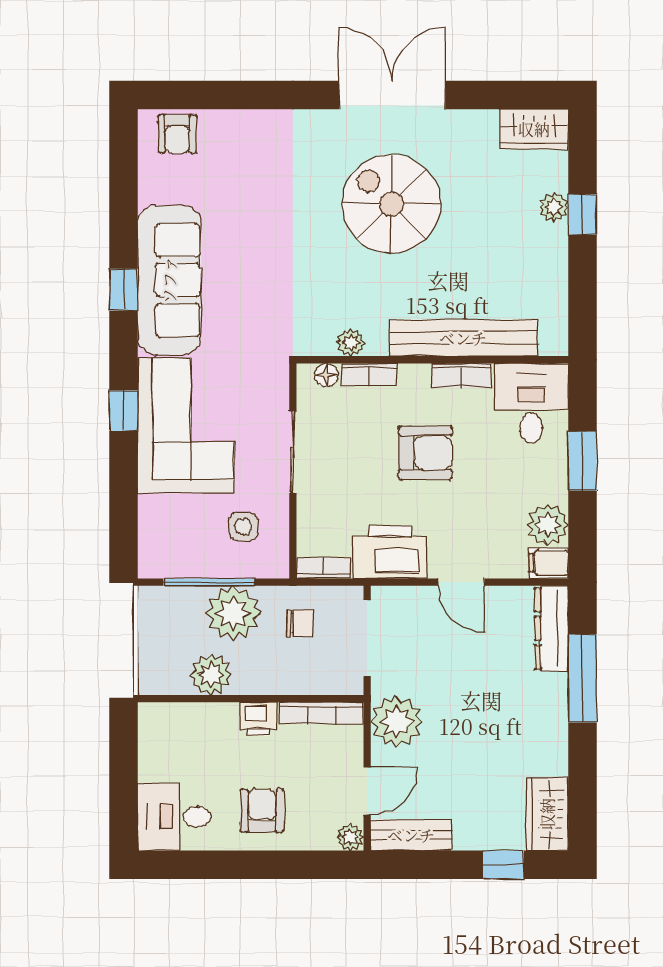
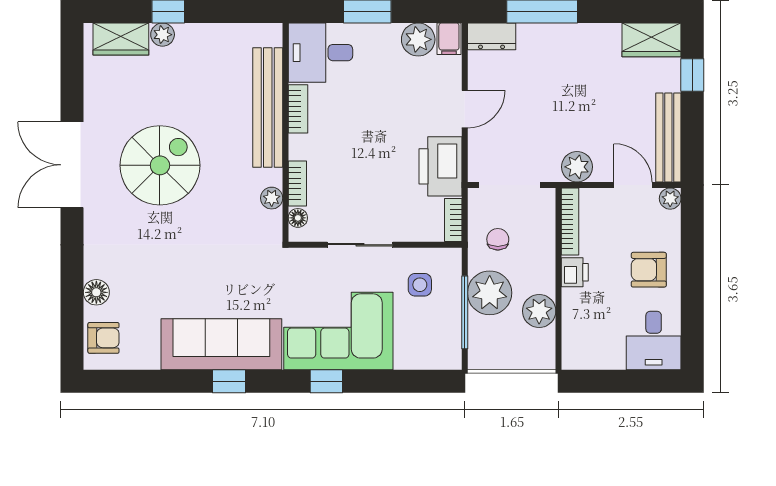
floor lamp: (234, 125) -> (96, 292), added
wardrobe: (534, 129) -> (121, 39), moved, turned 90
spiral stairs: (391, 204) -> (160, 165), turned 180
armchair: (425, 453) -> (360, 138), removed
dresser: (552, 629) -> (492, 36), width x0.70
plant: (397, 722) -> (577, 167), width x0.73, depth x0.73
bench: (411, 835) -> (668, 137), width x1.36

